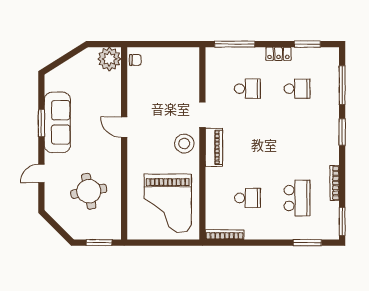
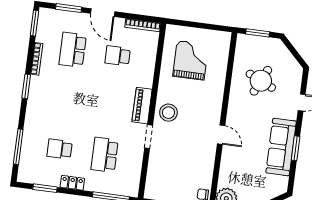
school desk: (247, 89) -> (105, 155), width x1.85
window: (342, 132) -> (26, 86), moved
round table: (89, 191) -> (261, 81), turned 36
grand piano: (168, 203) -> (191, 60), width x0.73, depth x0.68
door: (270, 243) -> (103, 13), added

